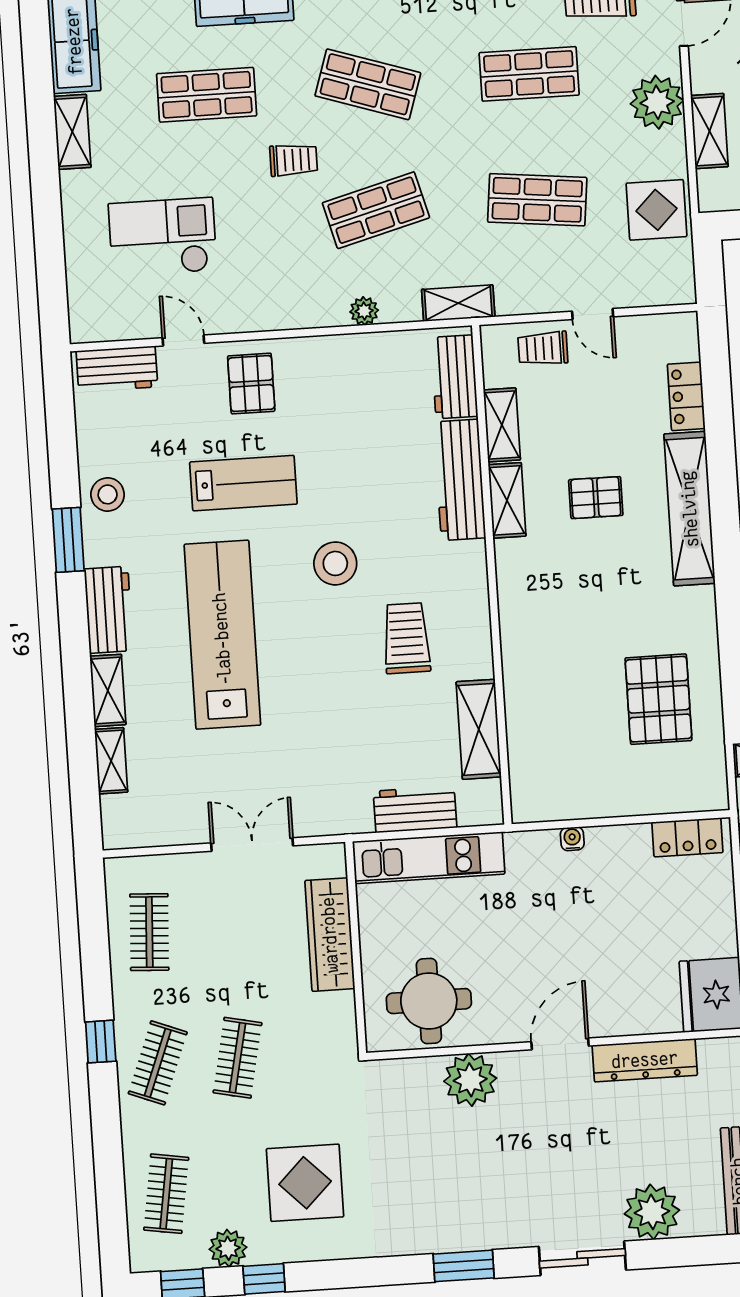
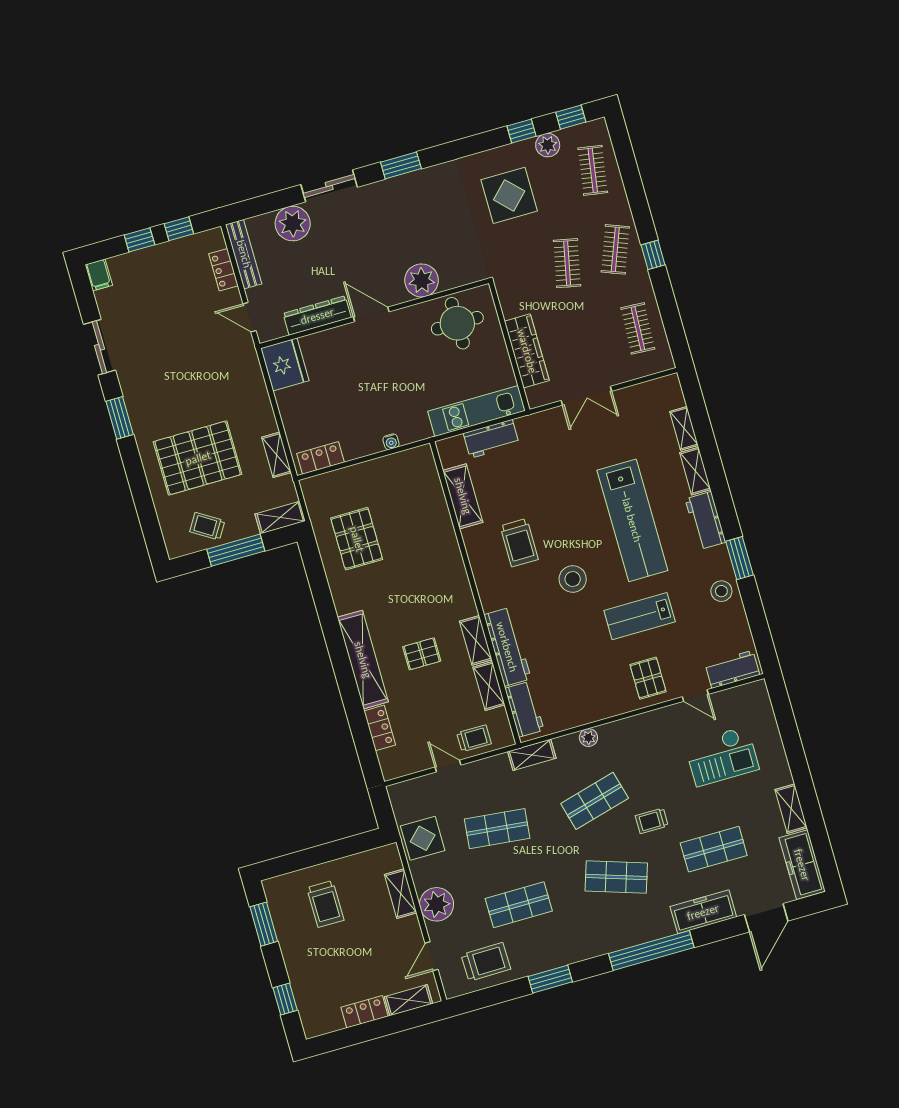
door: (560, 1044) -> (371, 314), swing flipped

